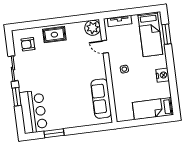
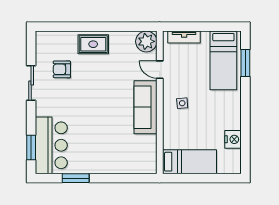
armchair: (28, 44) -> (62, 69), moved
nightstand: (163, 75) -> (233, 139), moved
window: (17, 97) -> (31, 147), moved
sofa: (101, 99) -> (146, 107), moved
bed: (153, 109) -> (189, 162), moved, turned 180

